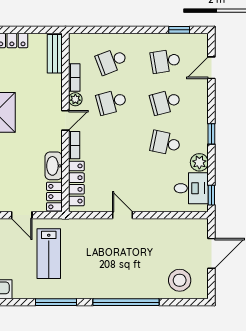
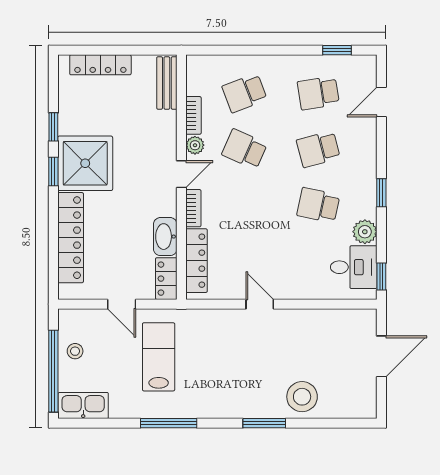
school desk: (112, 102) -> (245, 149), turned 39
lab bench: (49, 254) -> (159, 357), turned 180
stool: (180, 280) -> (302, 397), moved
window: (126, 302) -> (264, 423), width x0.47

